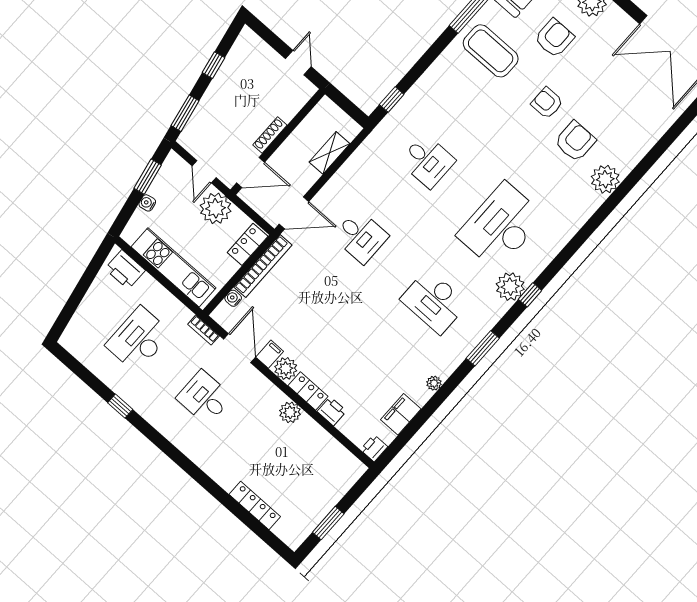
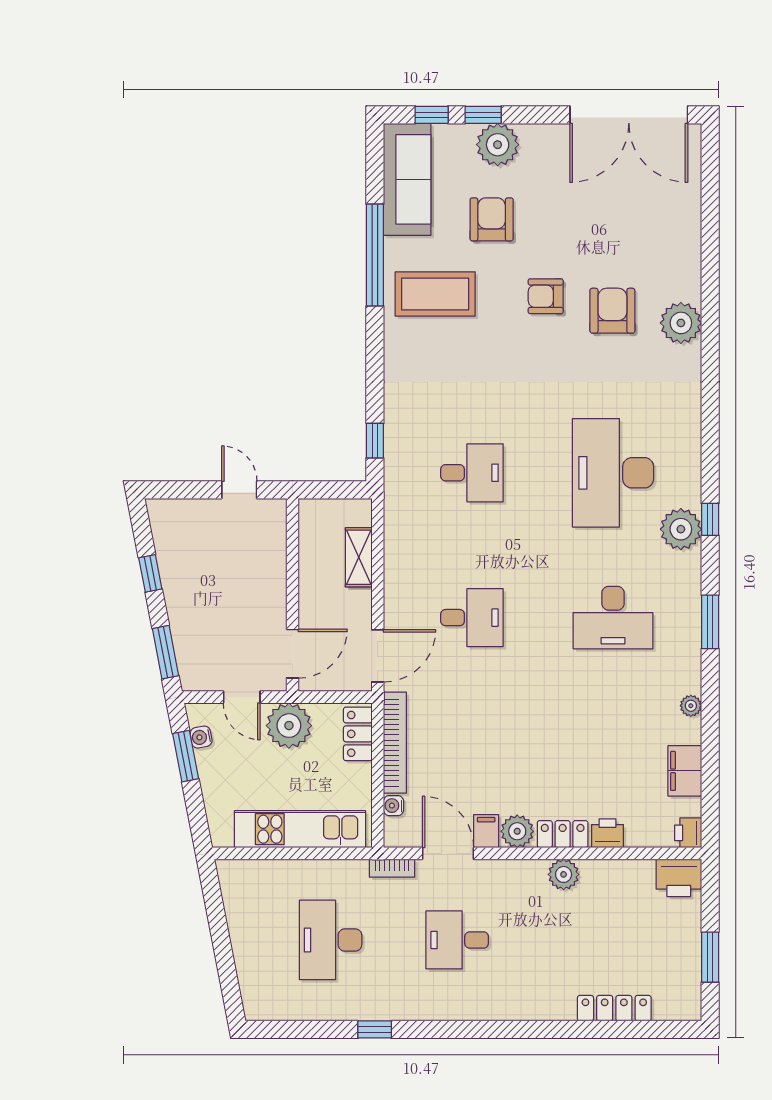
shoe rack: (270, 135) -> (278, 595), removed
water cooler: (147, 203) -> (201, 737), moved
printer: (125, 270) -> (679, 878), moved

